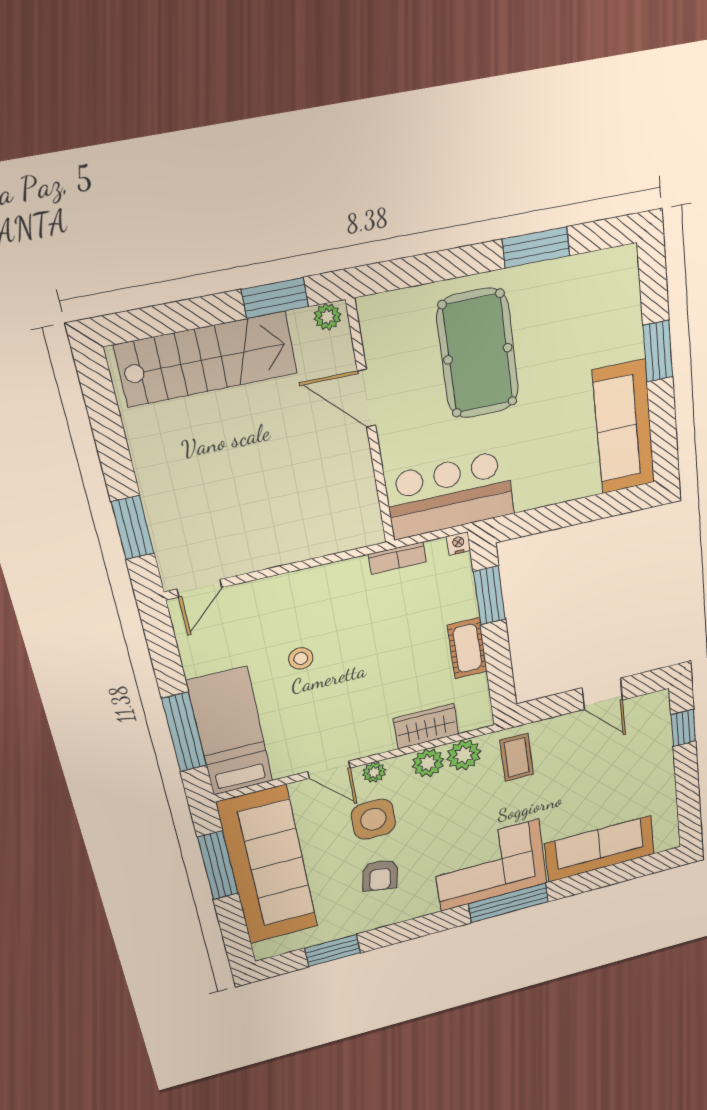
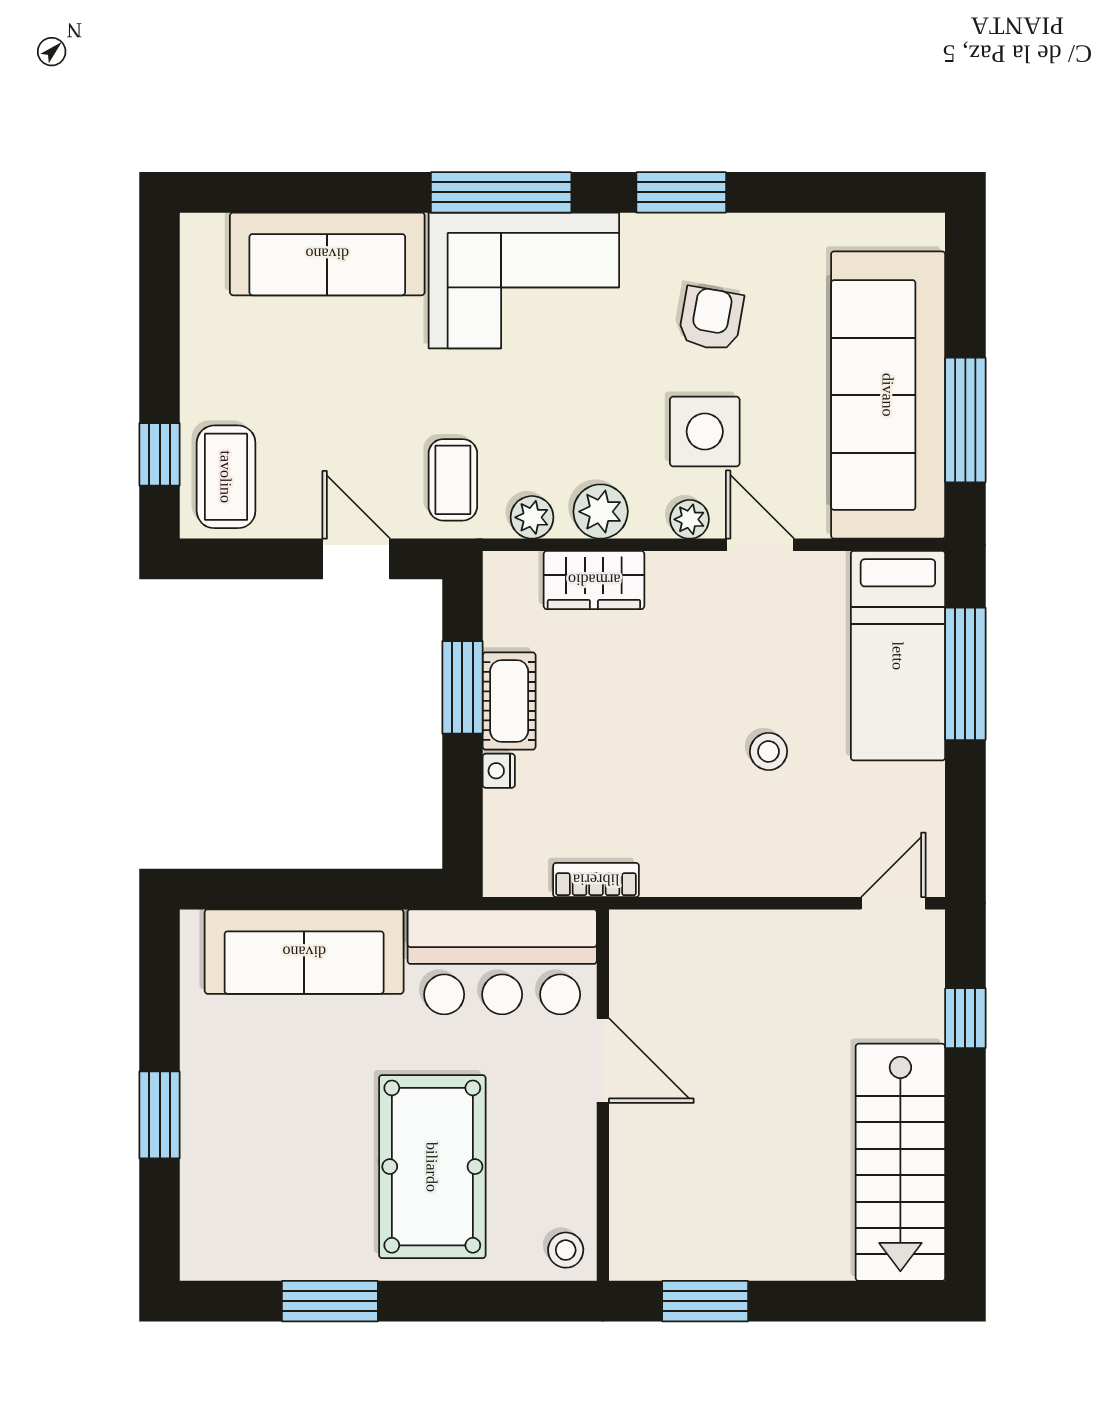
stool: (379, 315) -> (566, 1250), added
plant: (327, 317) -> (638, 1262), removed
stairs: (207, 359) -> (900, 1162), moved, turned -90
door: (367, 398) -> (603, 1061), moved
sofa: (624, 427) -> (304, 952), moved, turned 90
window: (133, 528) -> (965, 1018), width x0.67
nightstand: (458, 544) -> (499, 771), moved, turned 90
window: (489, 595) -> (462, 687), moved
door: (602, 694) -> (356, 559), moved
coffee table: (646, 726) -> (226, 477), added
plant: (464, 755) -> (532, 517), width x0.73, depth x0.73
window: (333, 950) -> (681, 192), moved

